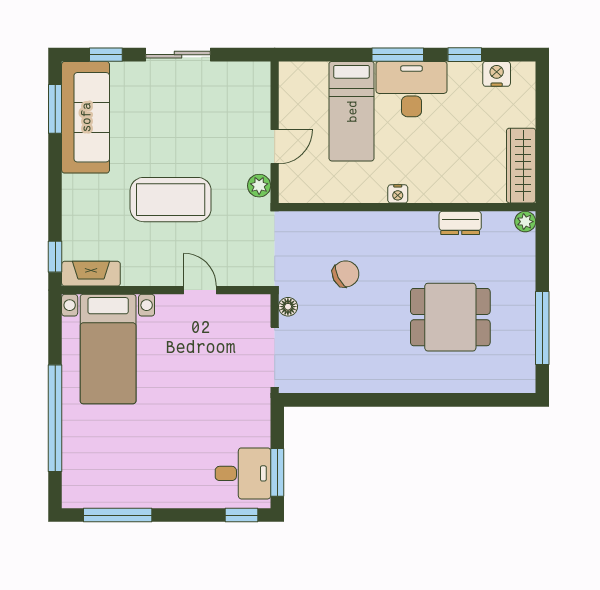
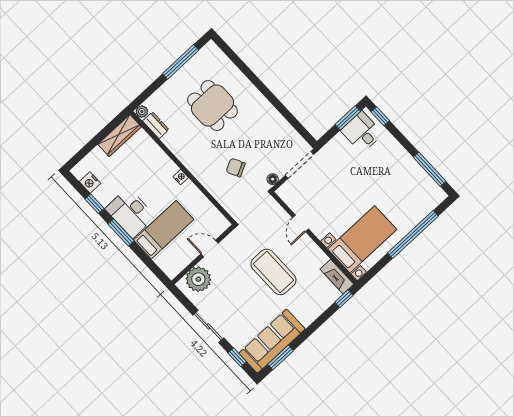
plant: (259, 186) -> (198, 279), moved, width x1.87, depth x1.87
dresser: (460, 223) -> (156, 125), moved

